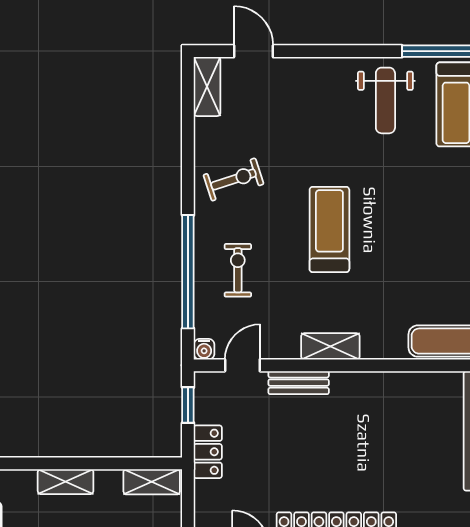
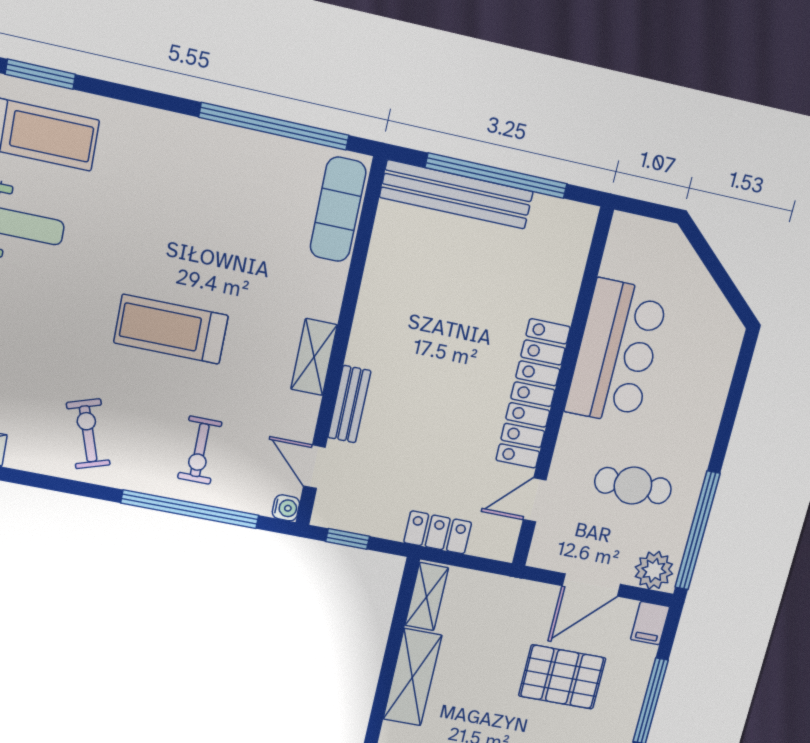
exercise bike: (238, 270) -> (200, 450), turned -90
locker: (208, 452) -> (438, 532), moved
shelving: (66, 482) -> (412, 677), width x1.50, depth x1.33

